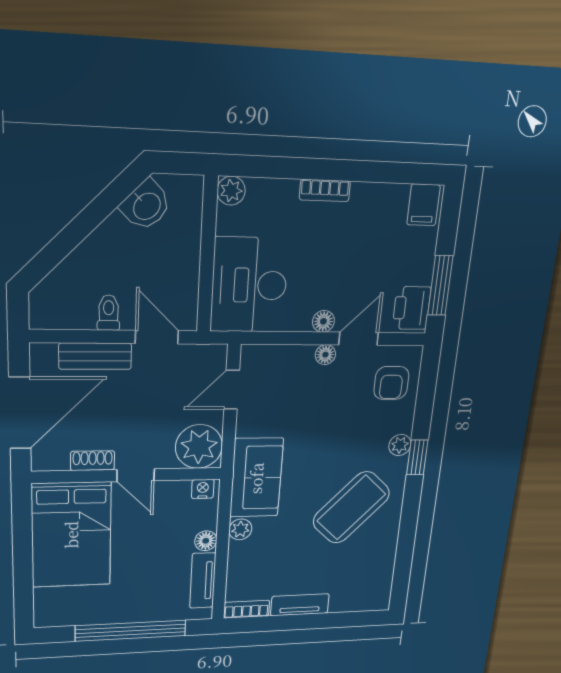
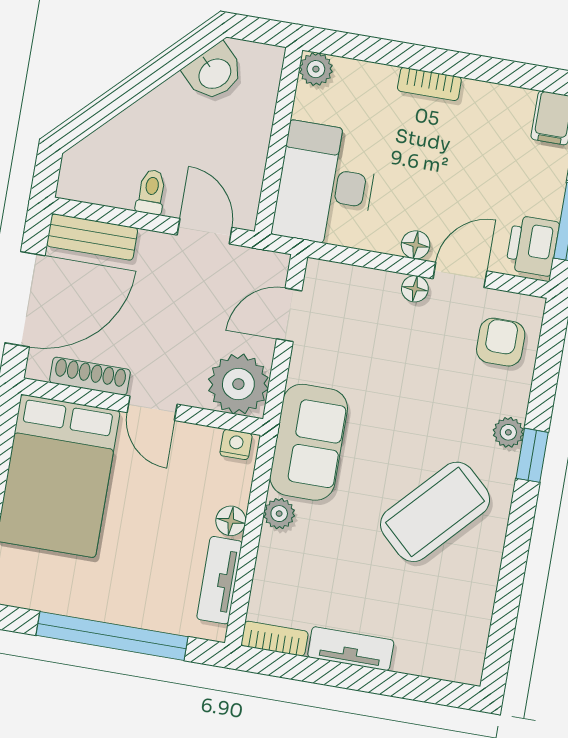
bench: (95, 356) -> (92, 237), moved
armchair: (391, 383) -> (501, 342), turned 180
shoe rack: (93, 461) -> (90, 376), width x1.43

